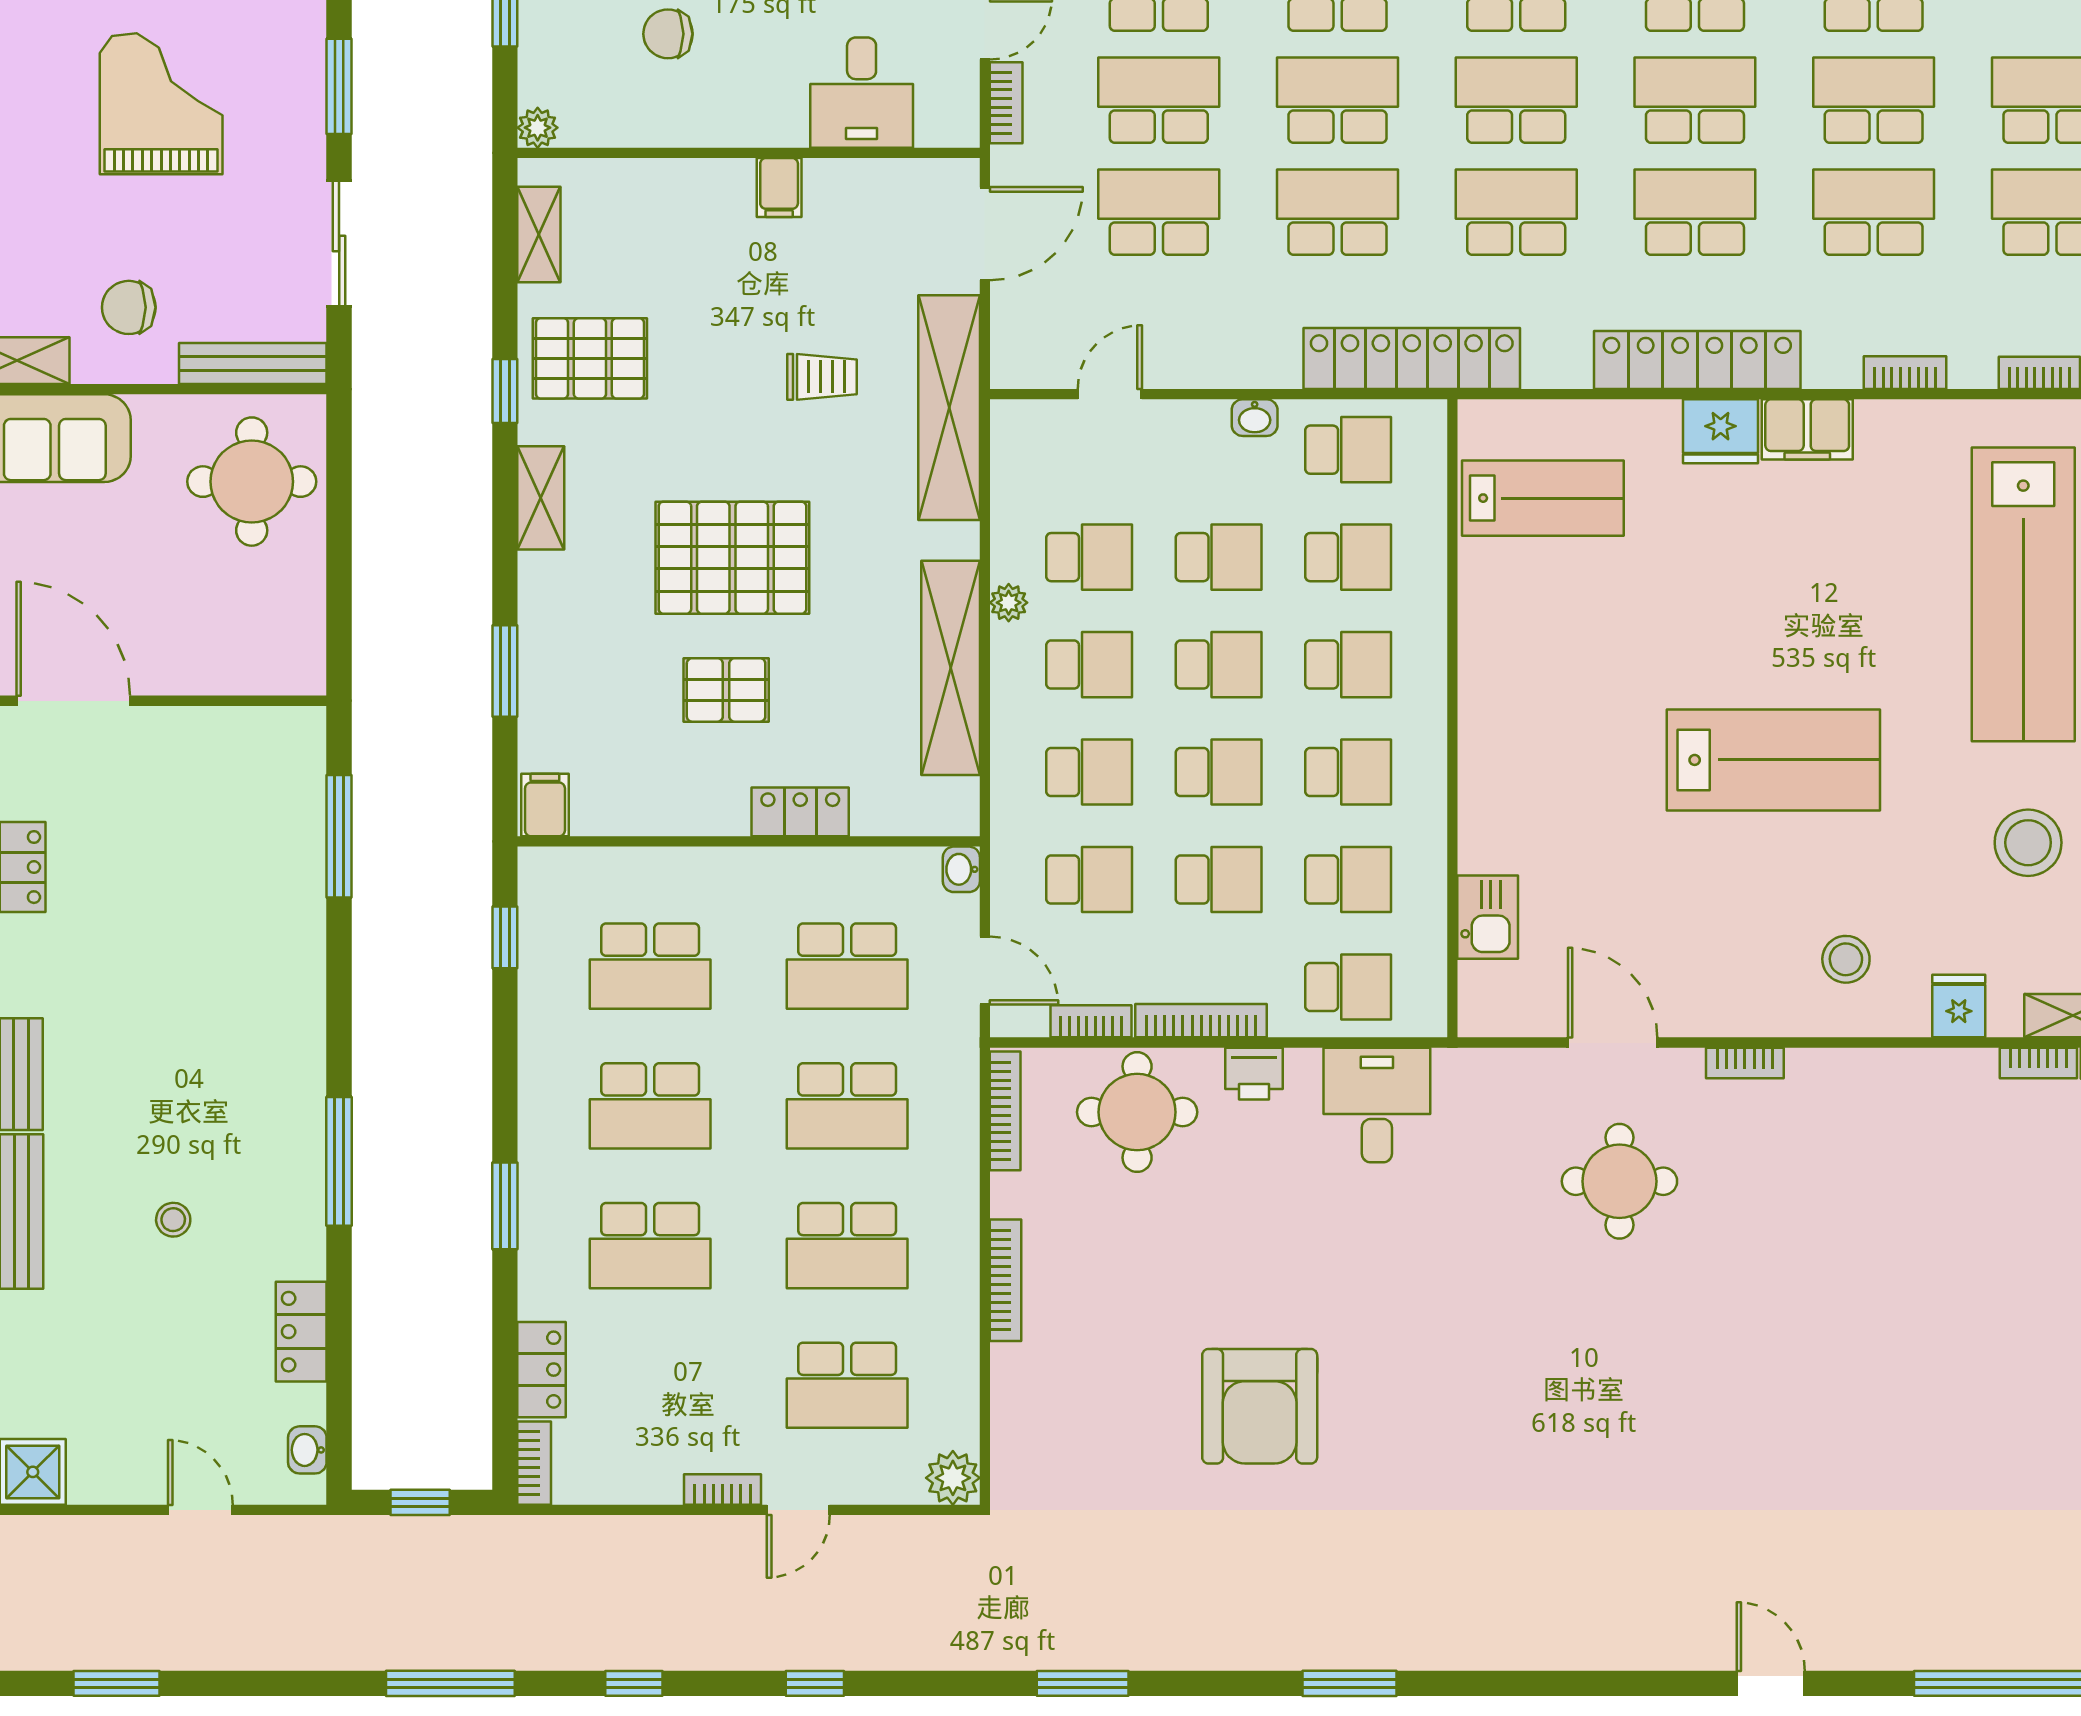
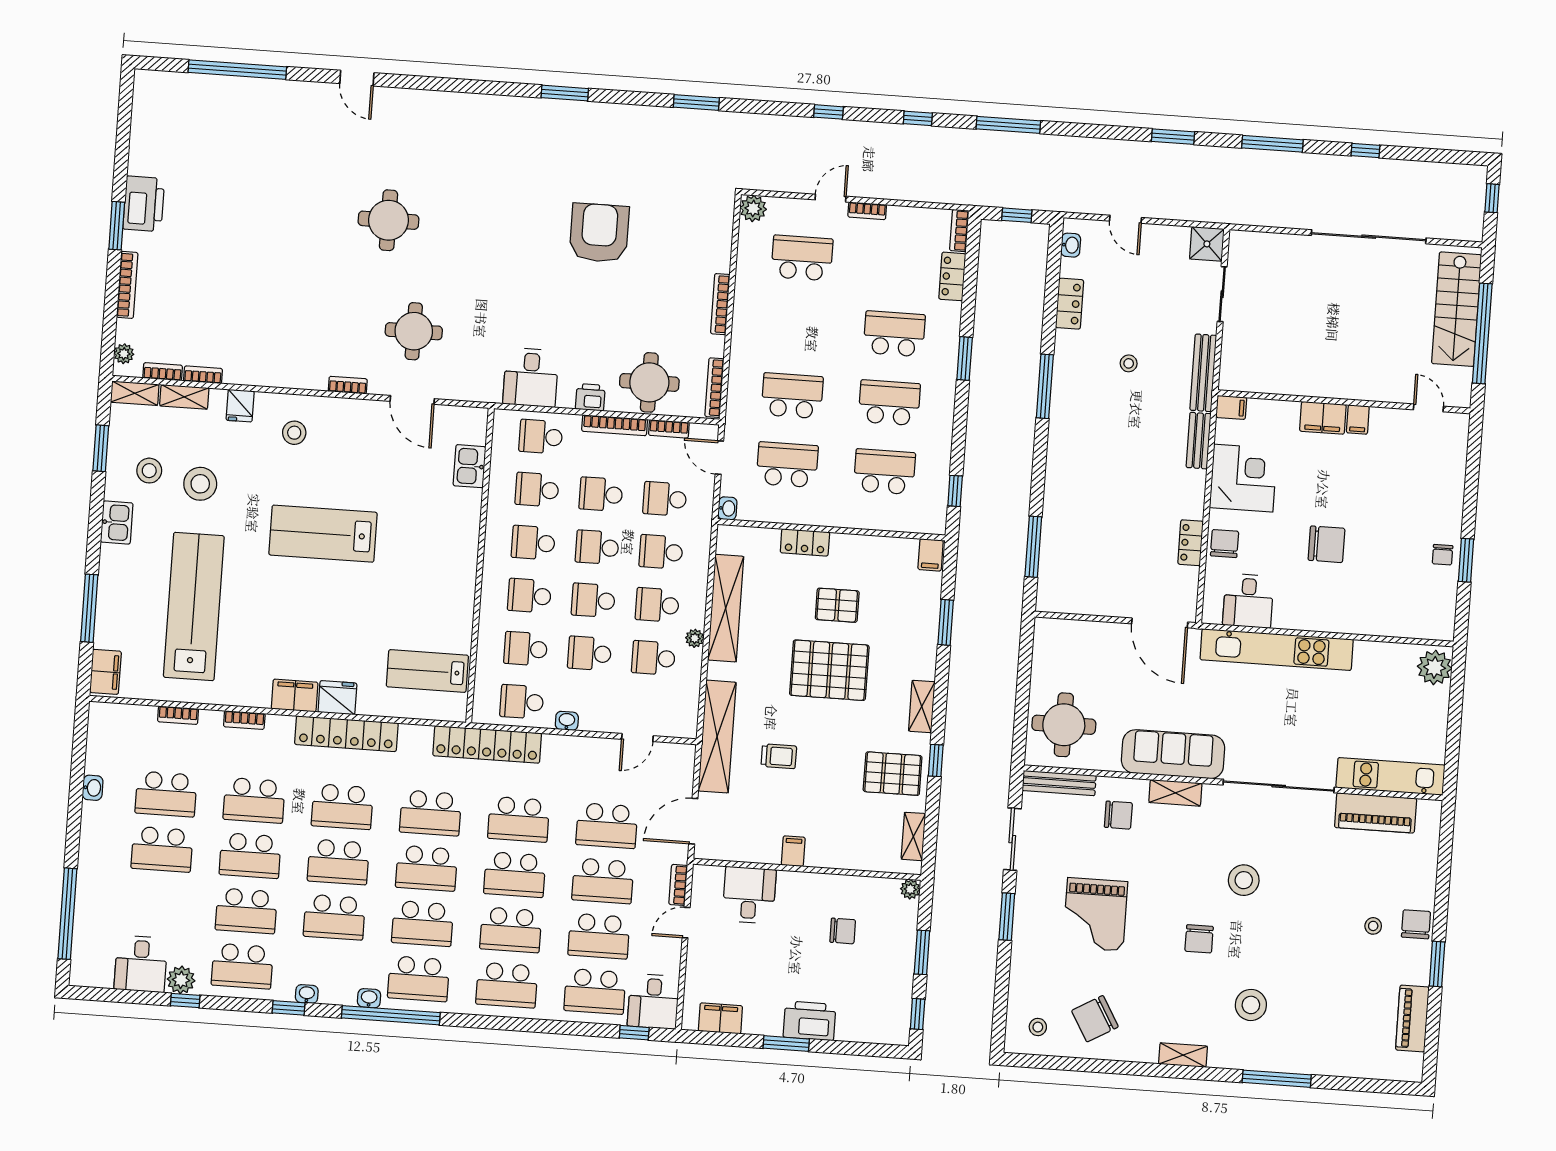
trolley: (822, 377) -> (779, 756), turned 180
school desk: (847, 1246) -> (797, 327), removed
round table: (1687, 1401) -> (388, 220), added

